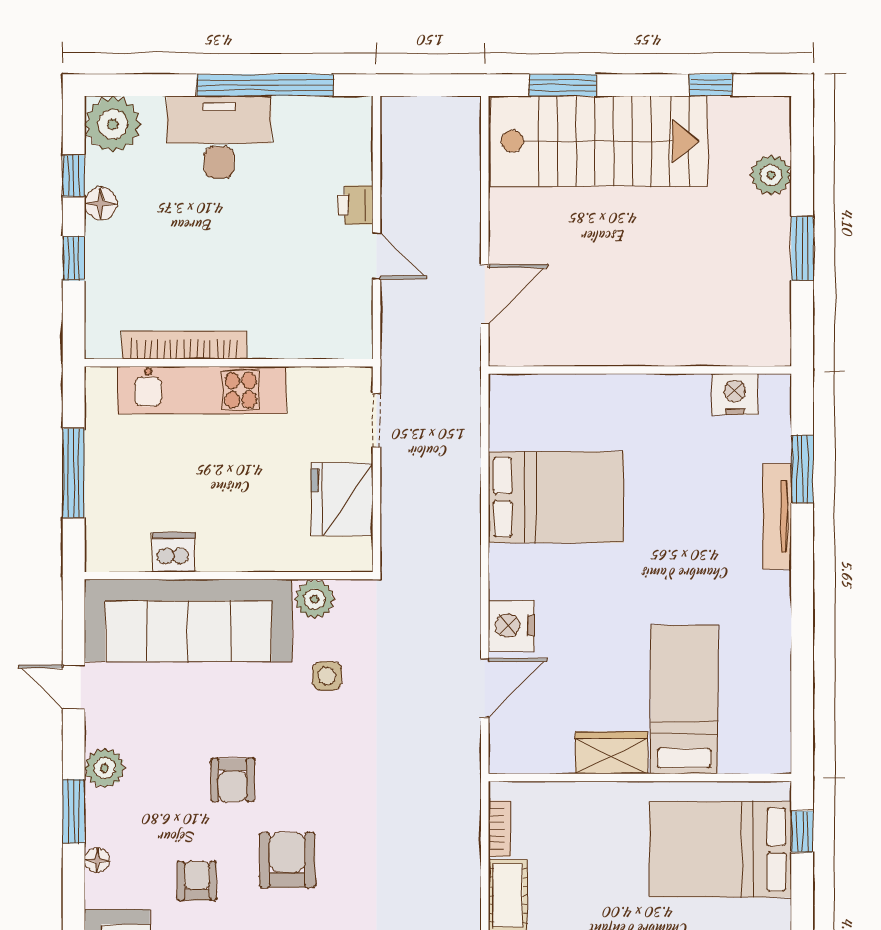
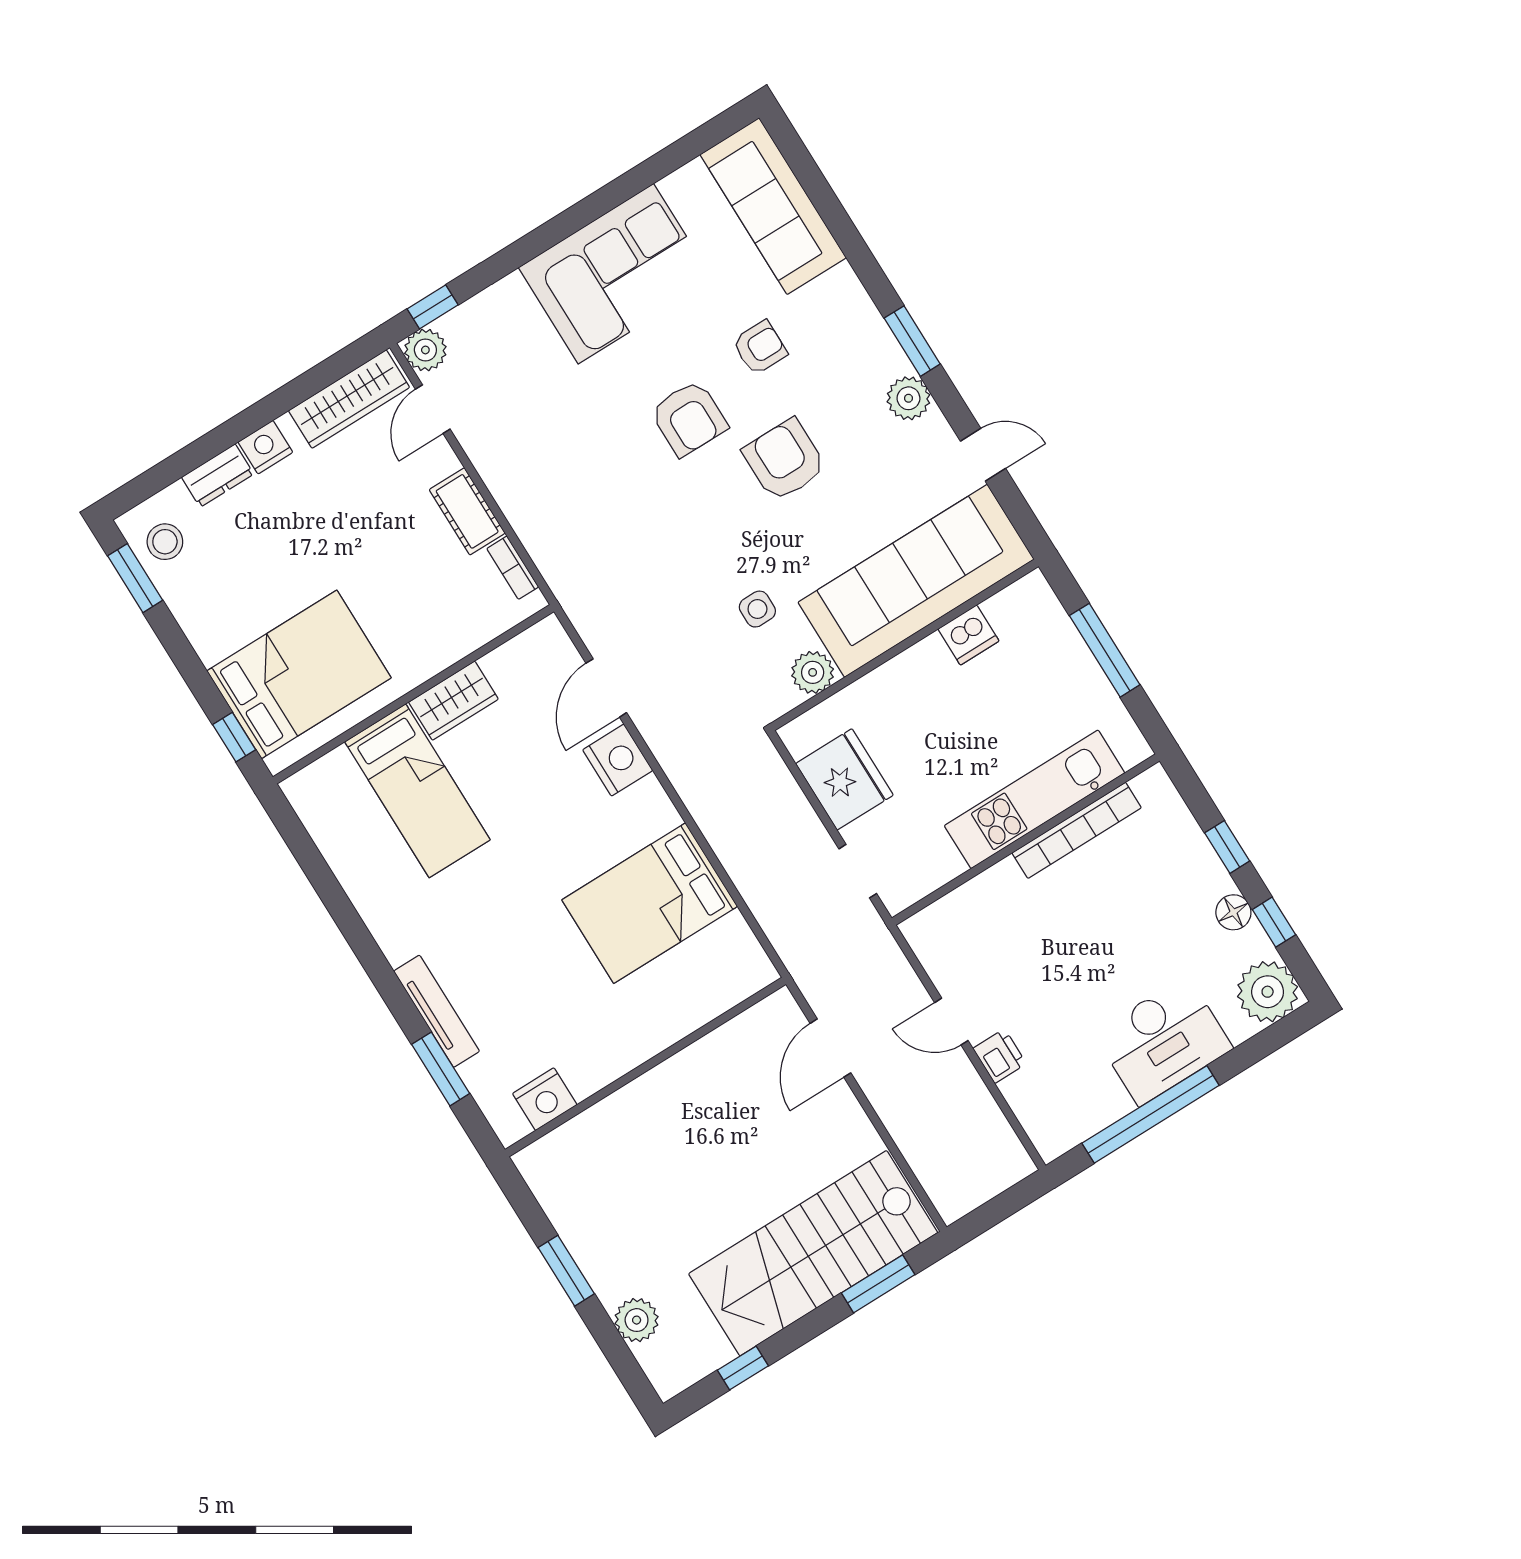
armchair: (233, 780) -> (784, 460), width x1.38, depth x1.38
floor lamp: (97, 860) -> (863, 310), removed
armchair: (197, 881) -> (760, 348), turned -90

